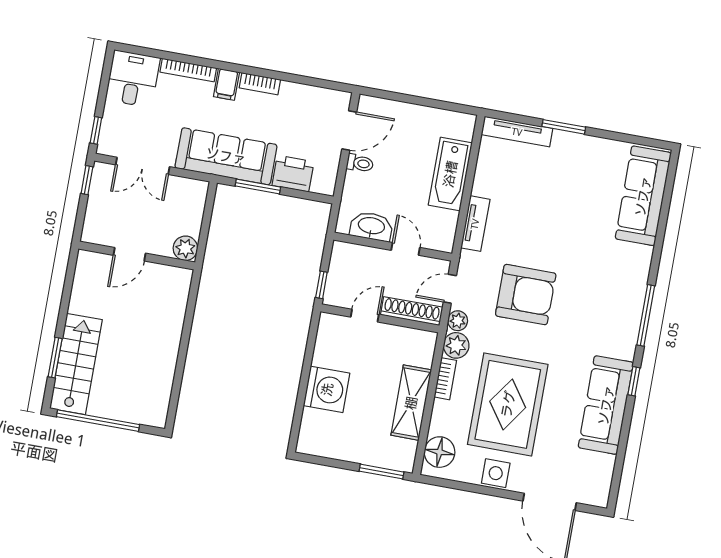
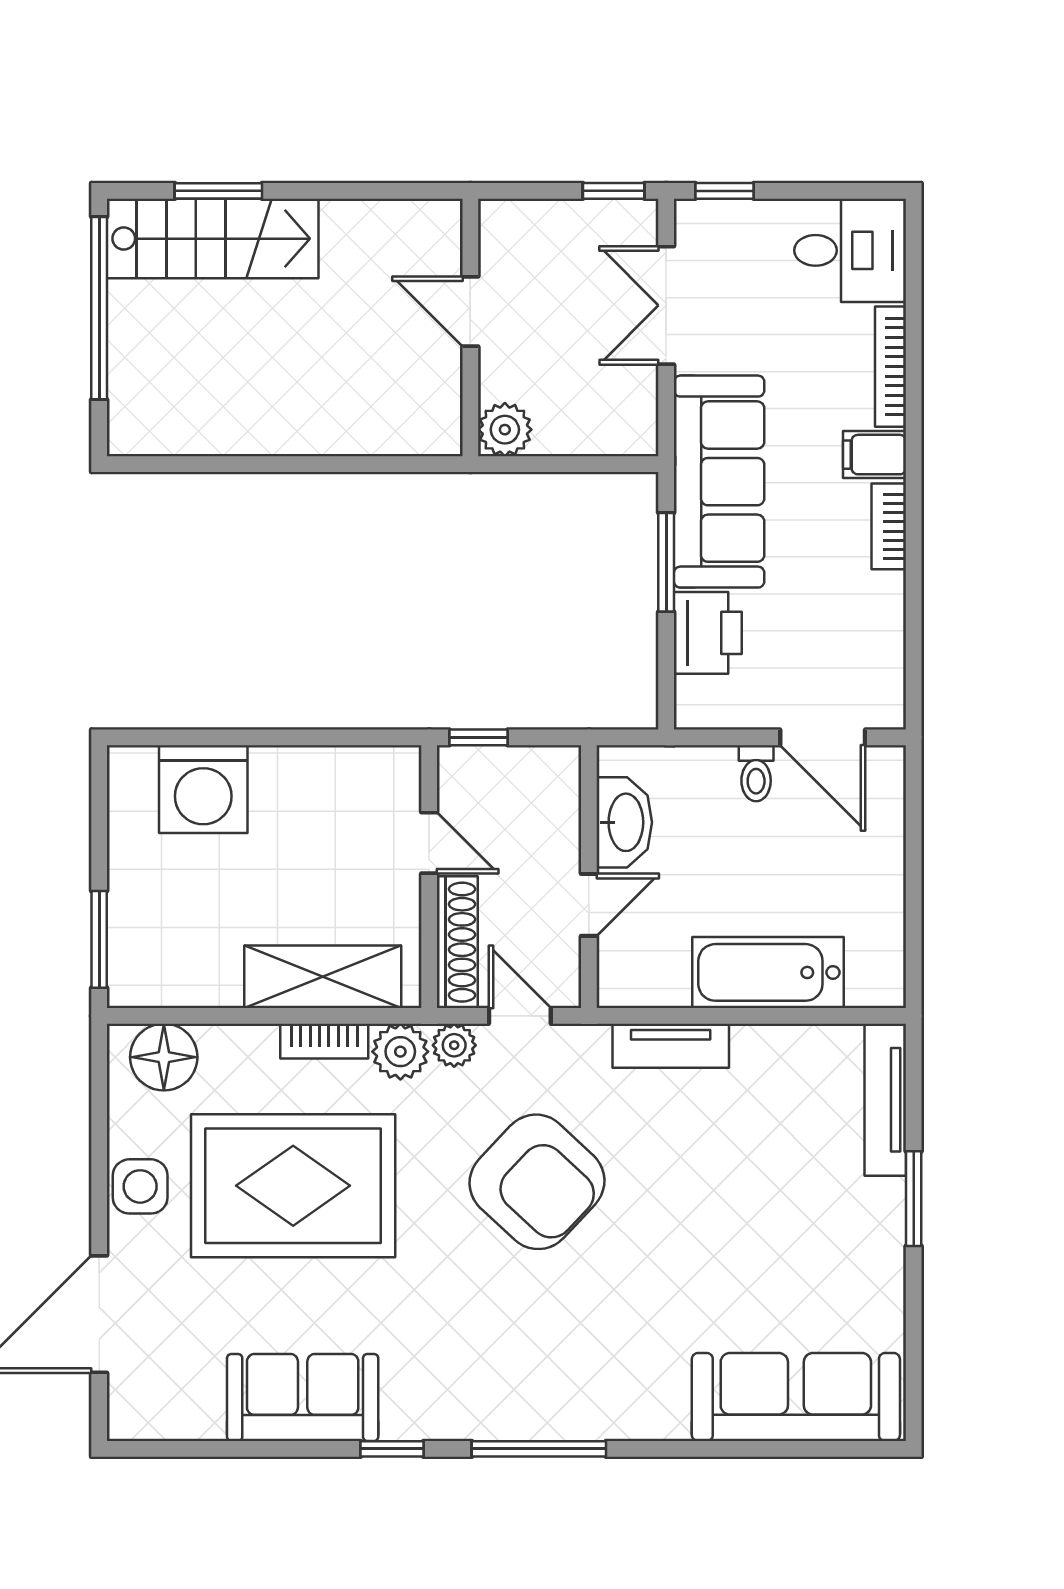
armchair: (526, 295) -> (537, 1182), turned -47
washing machine: (327, 389) -> (203, 789), moved
shelving: (411, 403) -> (323, 977), moved
sofa: (606, 405) -> (303, 1398), width x0.73

